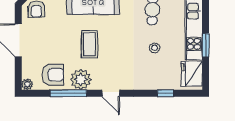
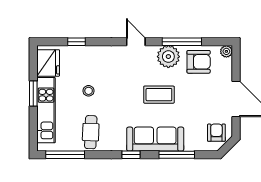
coffee table: (89, 44) -> (159, 95), turned 90
armchair: (53, 75) -> (199, 62), turned 180

